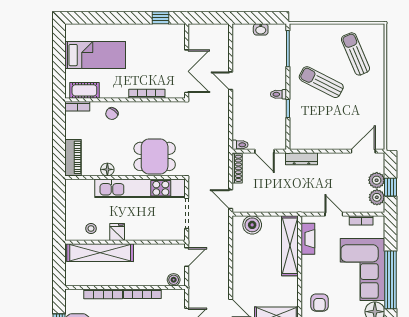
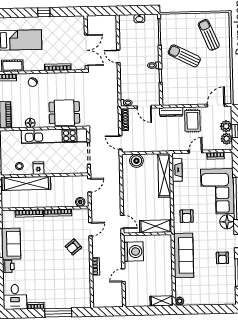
window: (160, 18) -> (44, 12), moved
rug: (330, 172) -> (192, 121), added
door: (334, 214) -> (196, 152), hinge flipped

